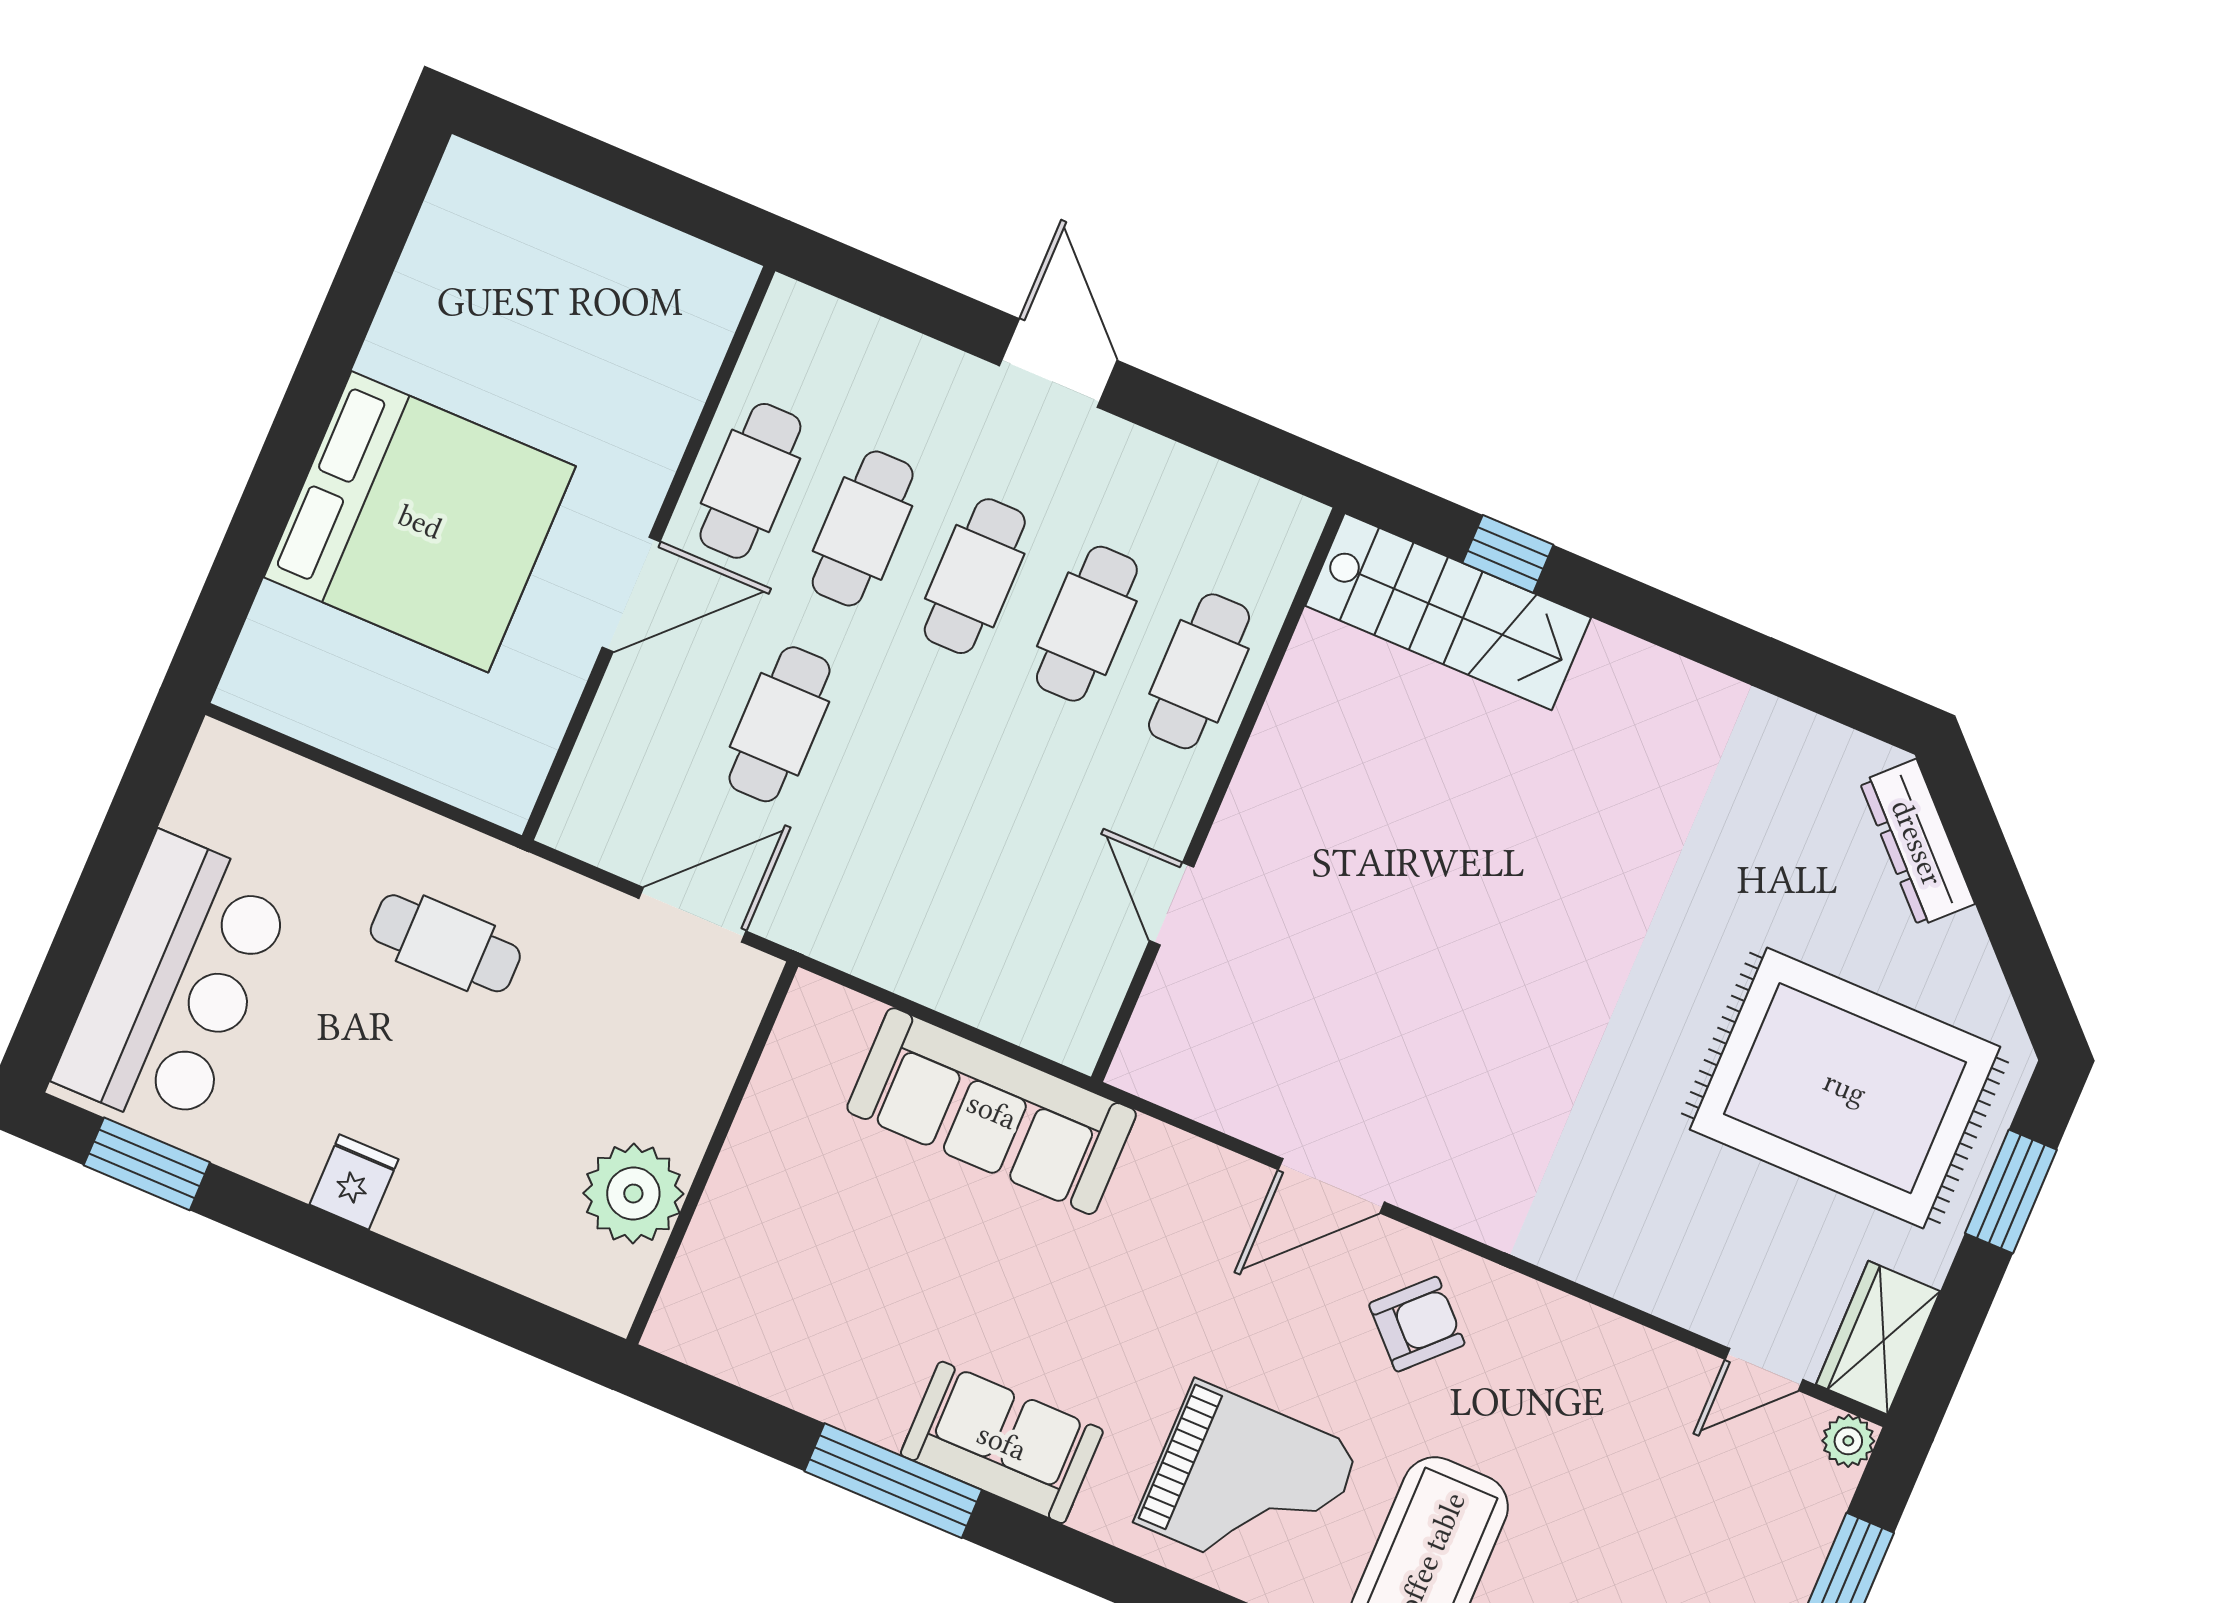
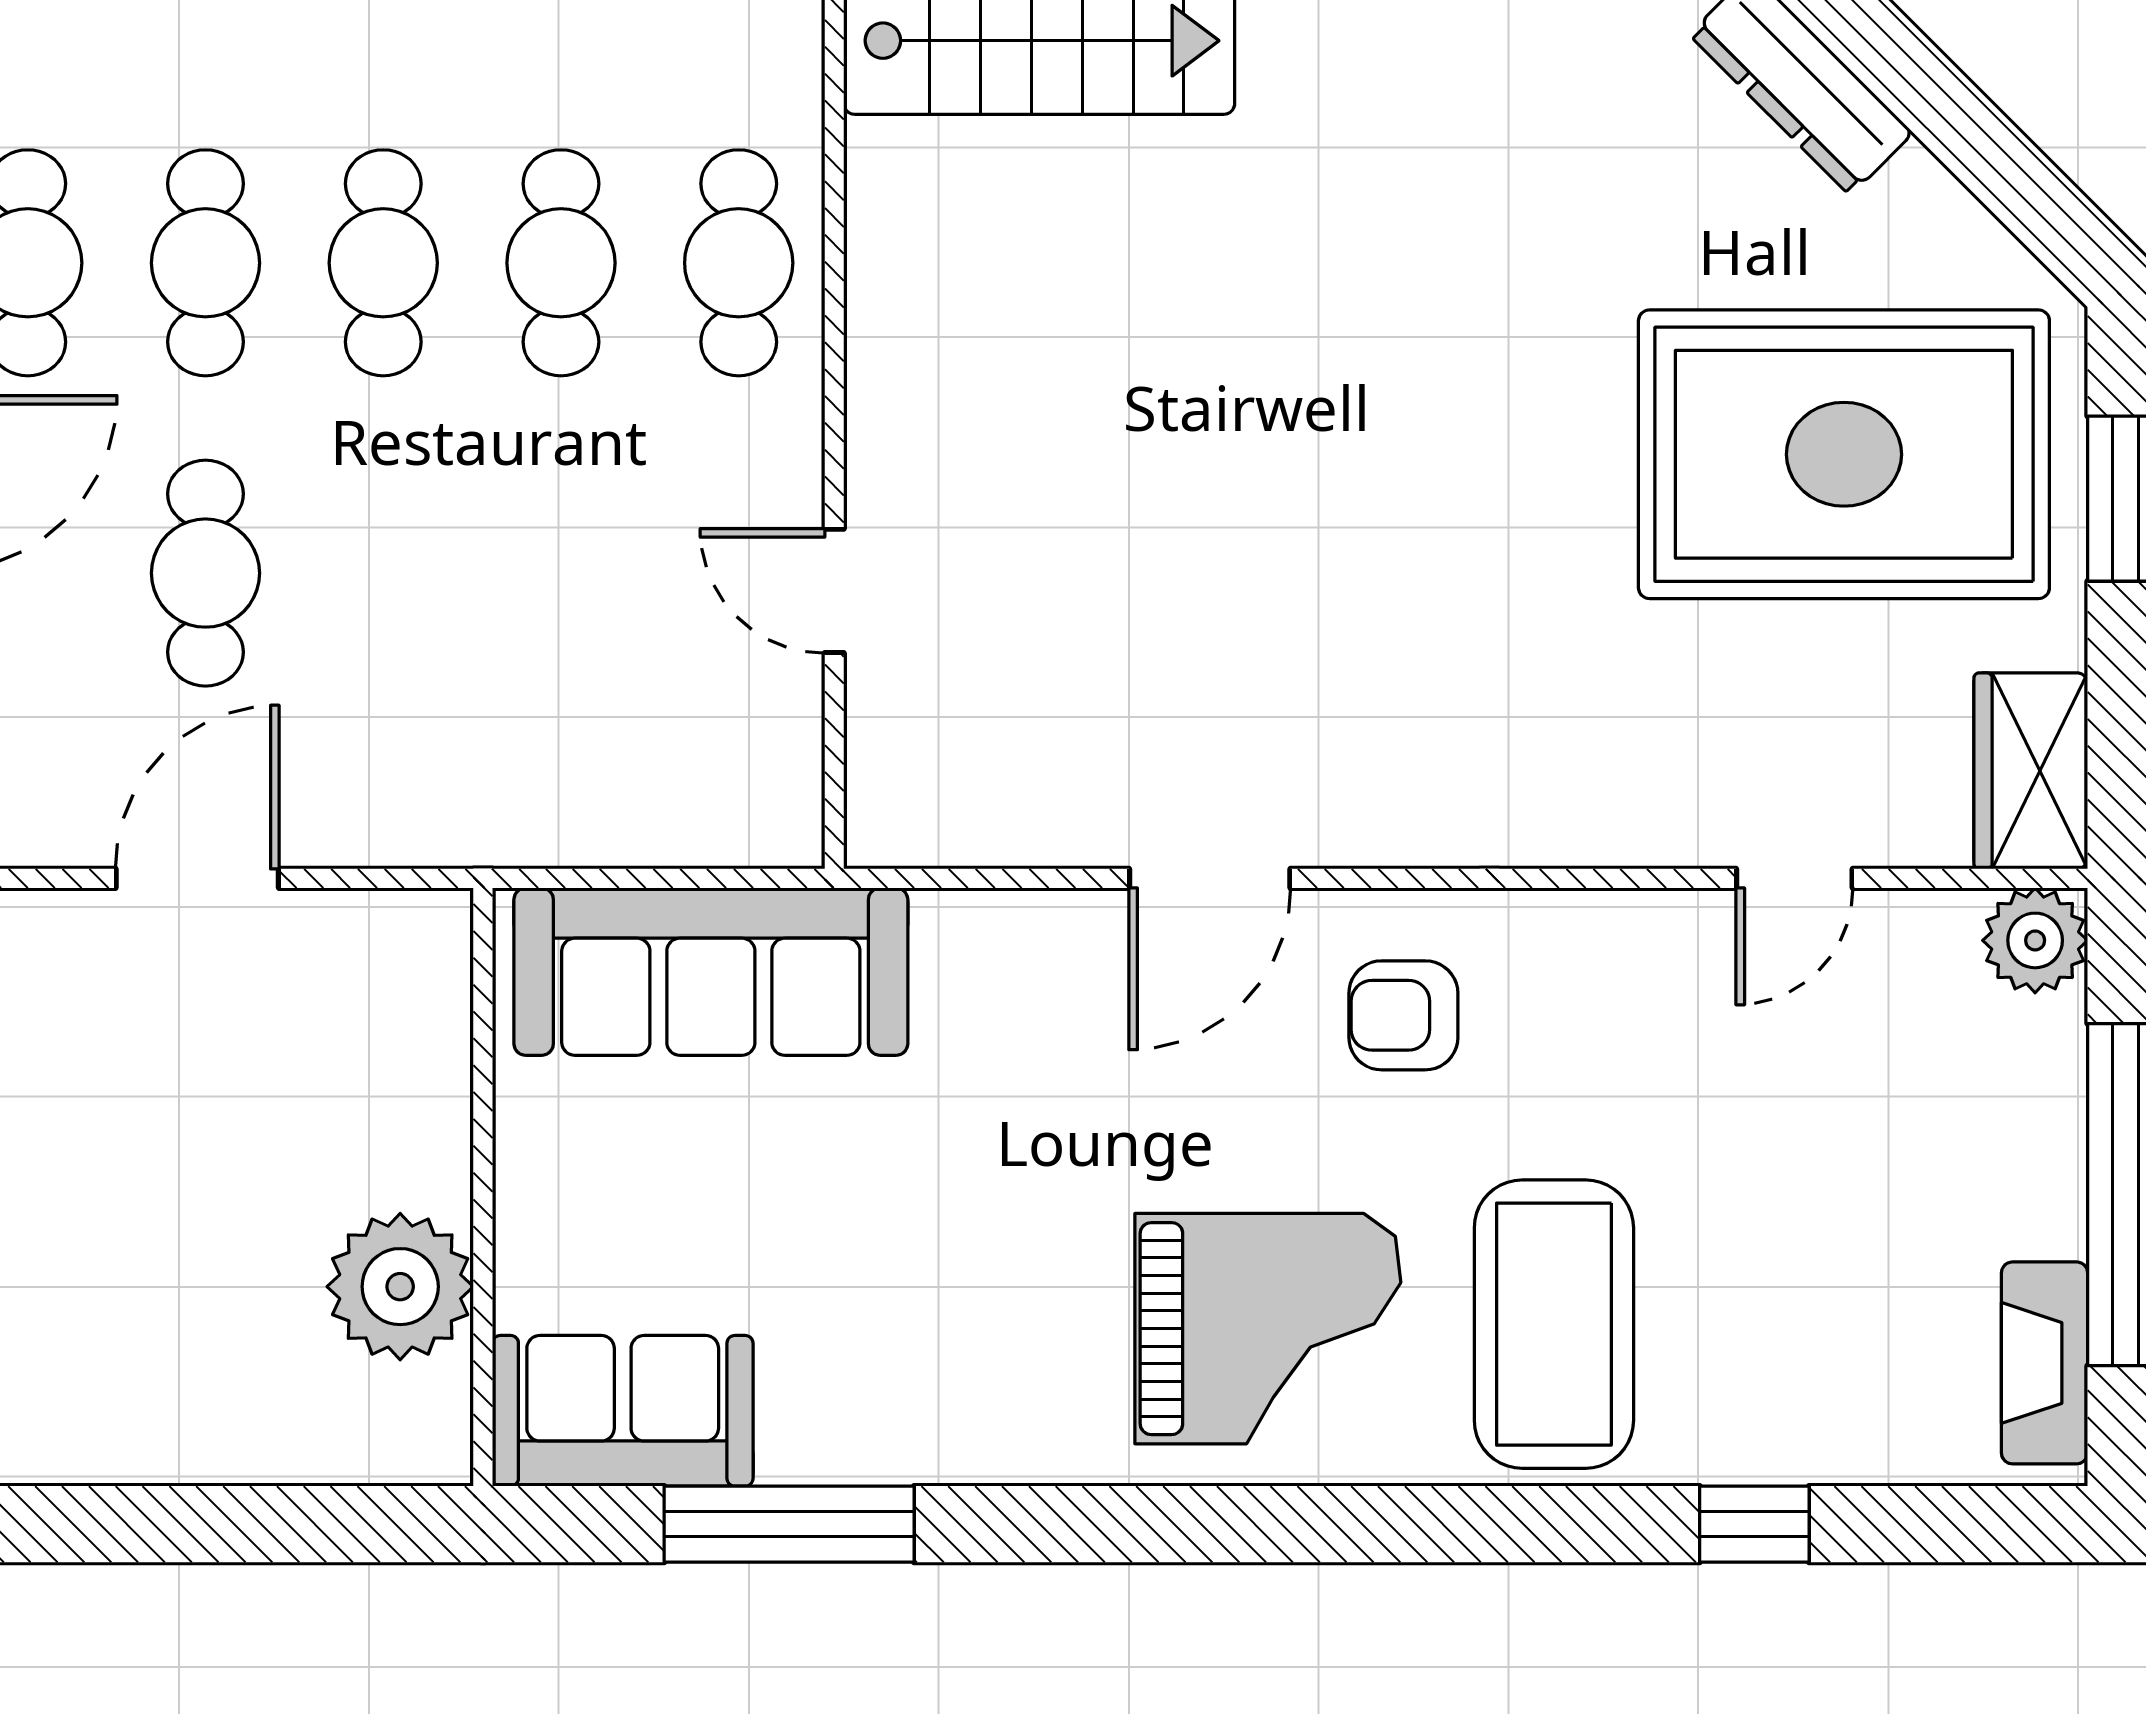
wall: (712, 1153) -> (483, 1187), moved
plant: (633, 1194) -> (400, 1287), moved
armchair: (1417, 1324) -> (1403, 1015), turned -135
door: (1764, 1370) -> (1794, 878), moved
plant: (1848, 1441) -> (2035, 940), width x1.38, depth x1.38
sofa: (1002, 1442) -> (623, 1411), moved

